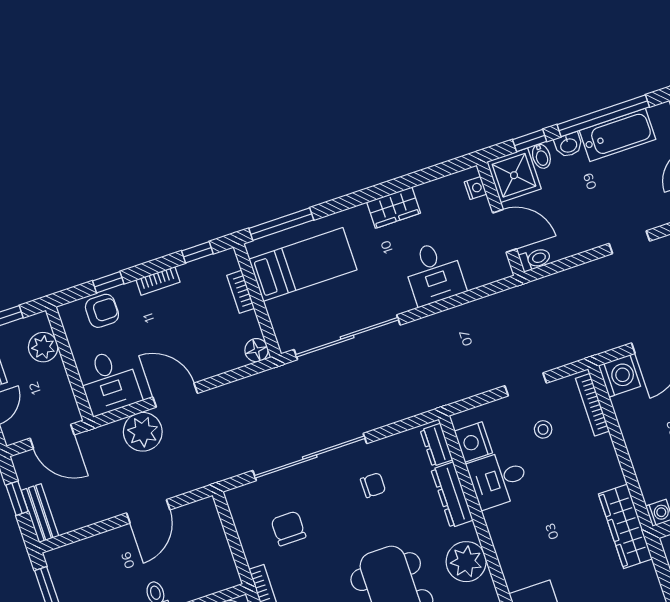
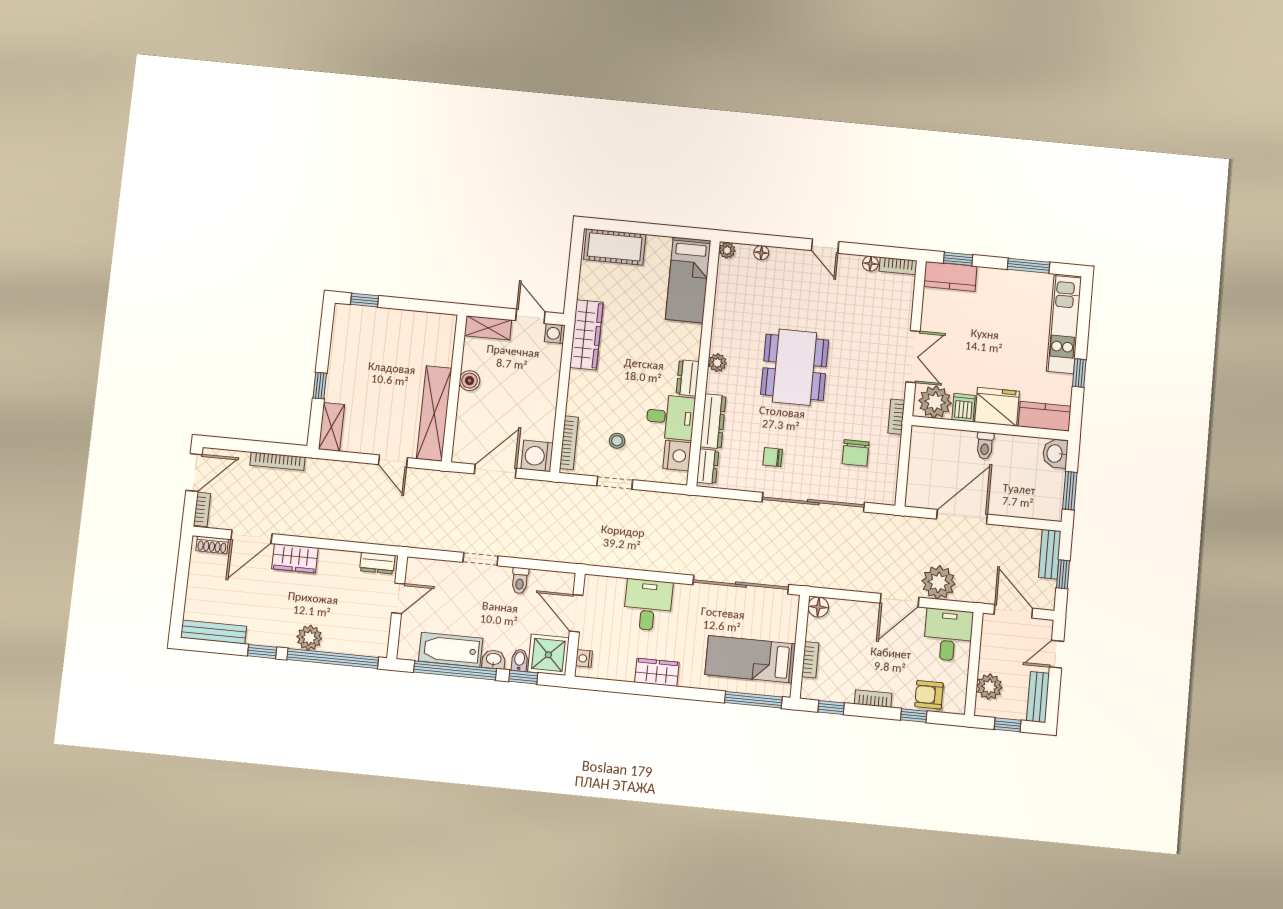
toilet: (535, 259) -> (520, 581), moved, turned -90
door: (175, 395) -> (900, 600), hinge flipped
door: (148, 511) -> (962, 517), width x1.36
dresser: (499, 529) -> (688, 378), added
plant: (466, 562) -> (717, 363), width x0.53, depth x0.53

